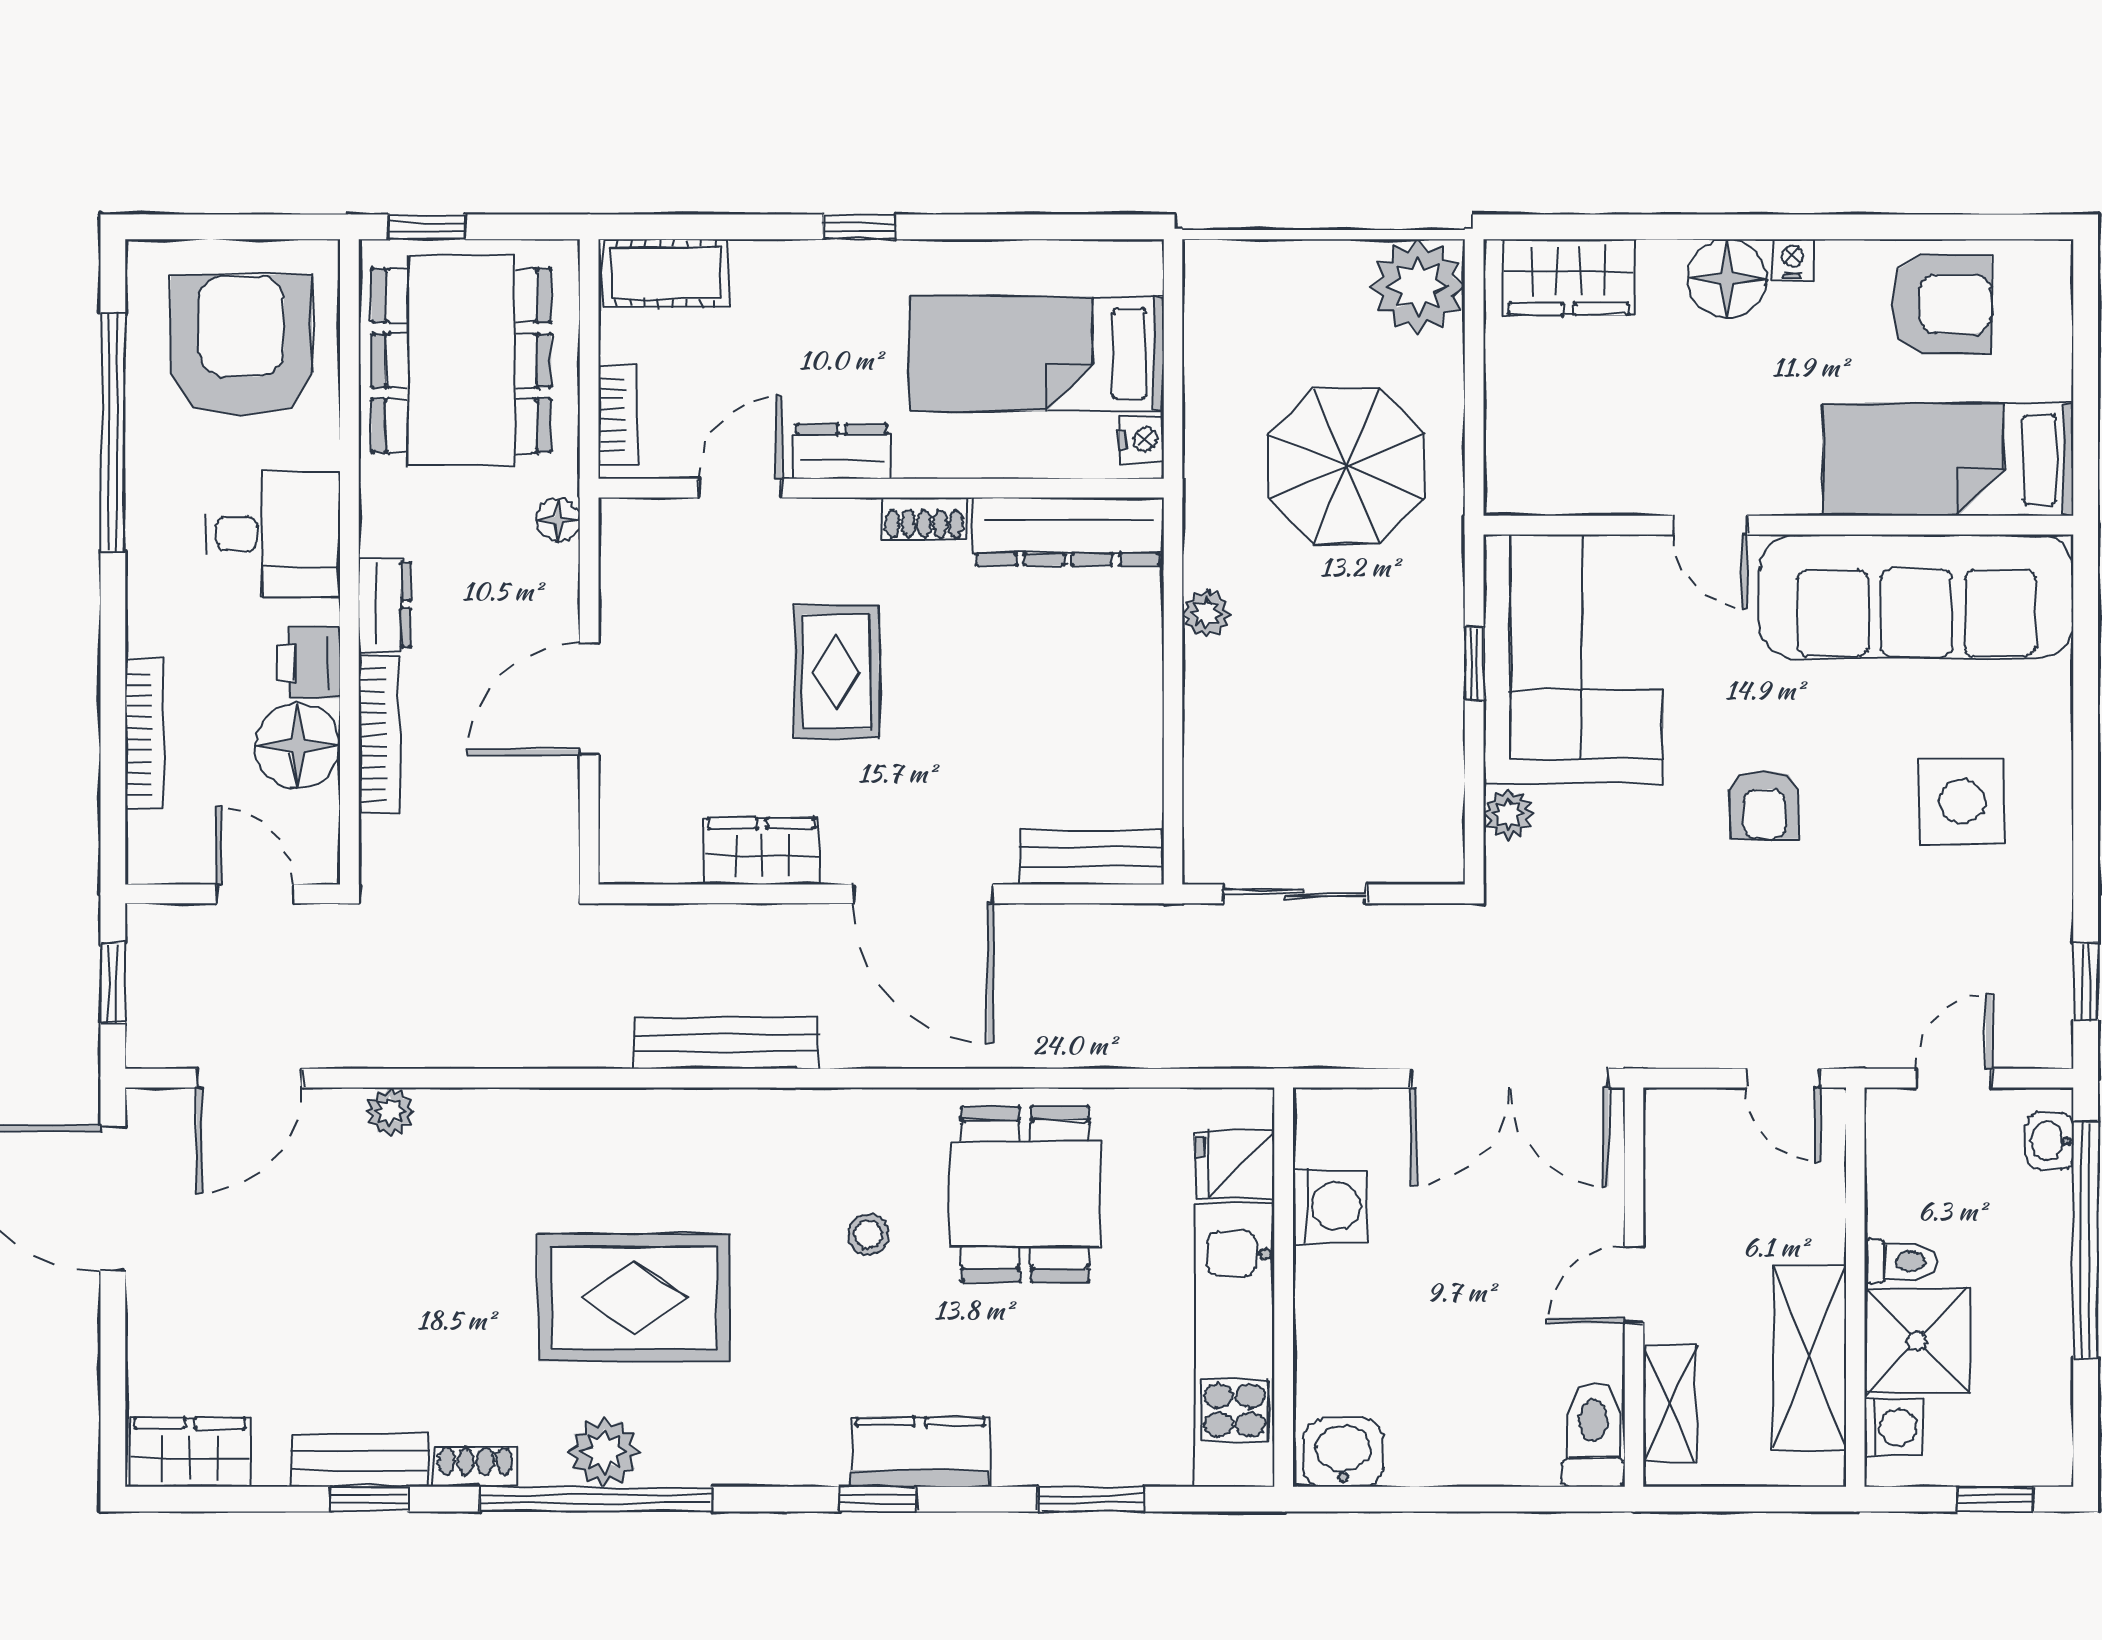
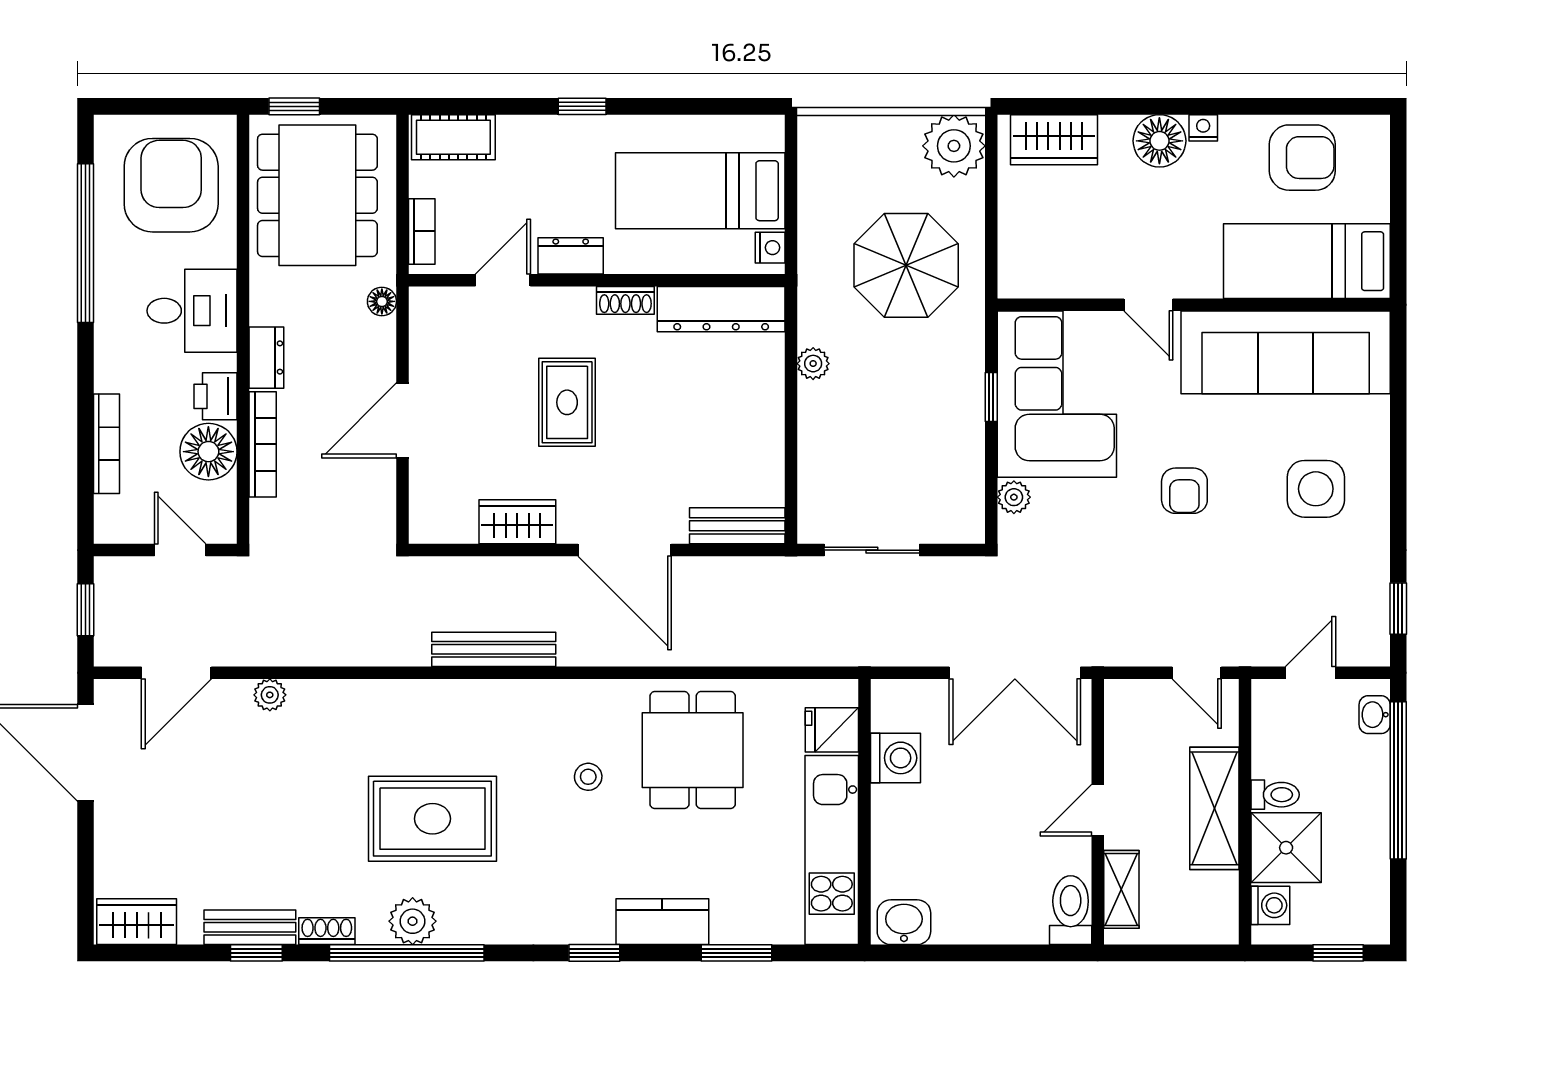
shelving: (1809, 1358) -> (1214, 808), moved
kitchen counter: (920, 1452) -> (662, 922), moved

